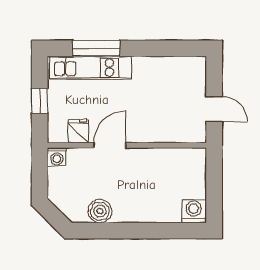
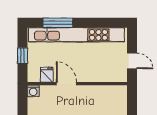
kitchen unit: (91, 68) -> (77, 35), width x1.86
door: (110, 145) -> (66, 84), hinge flipped

